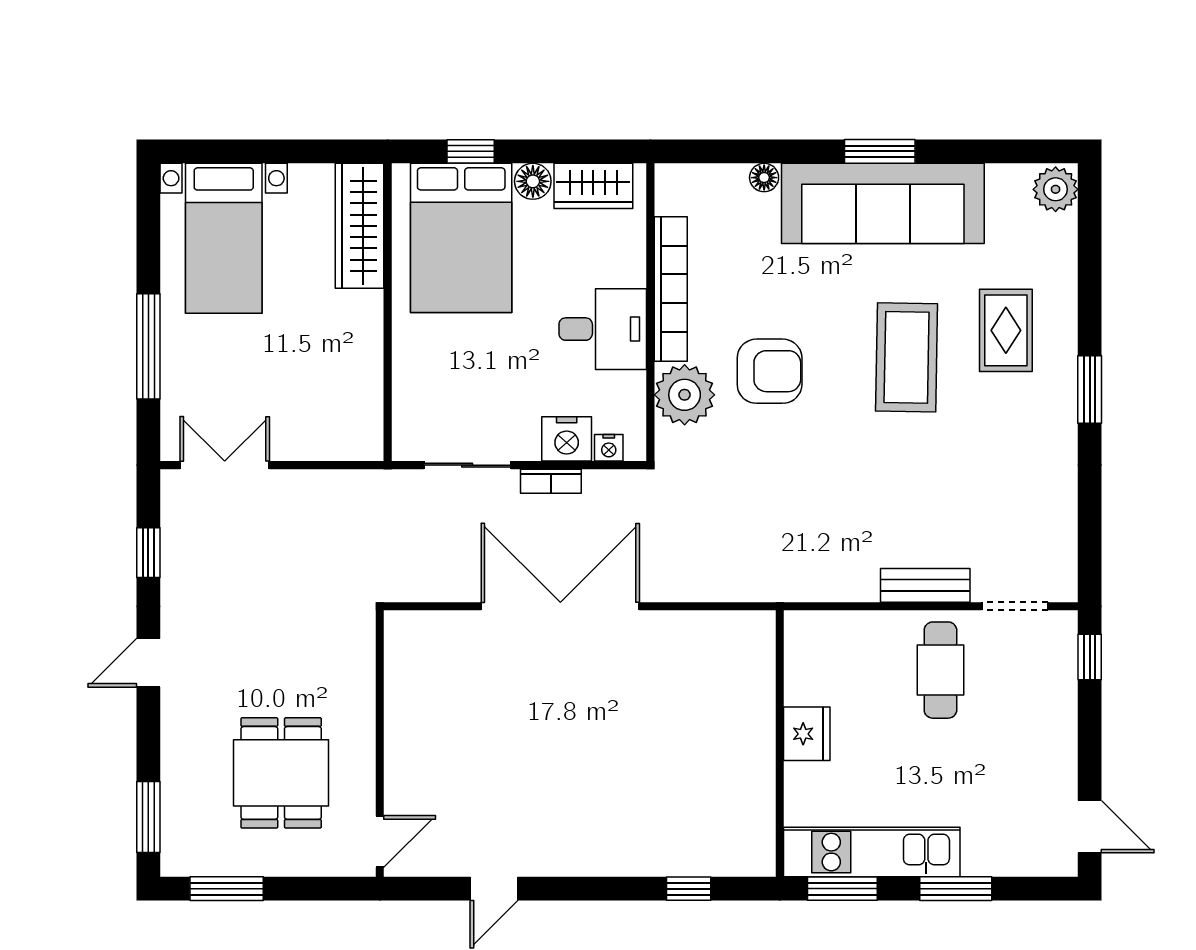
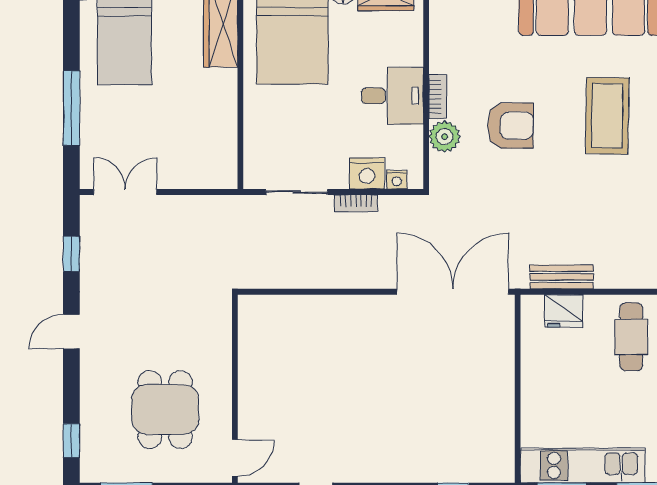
bookcase: (671, 289) -> (438, 97), width x0.43, depth x0.76
plant: (685, 395) -> (445, 137), width x0.73, depth x0.73
bench: (925, 585) -> (562, 277), moved
double door: (560, 606) -> (453, 292), moved
fridge: (807, 734) -> (564, 311), moved, turned 90
window: (148, 817) -> (71, 441), width x0.67

